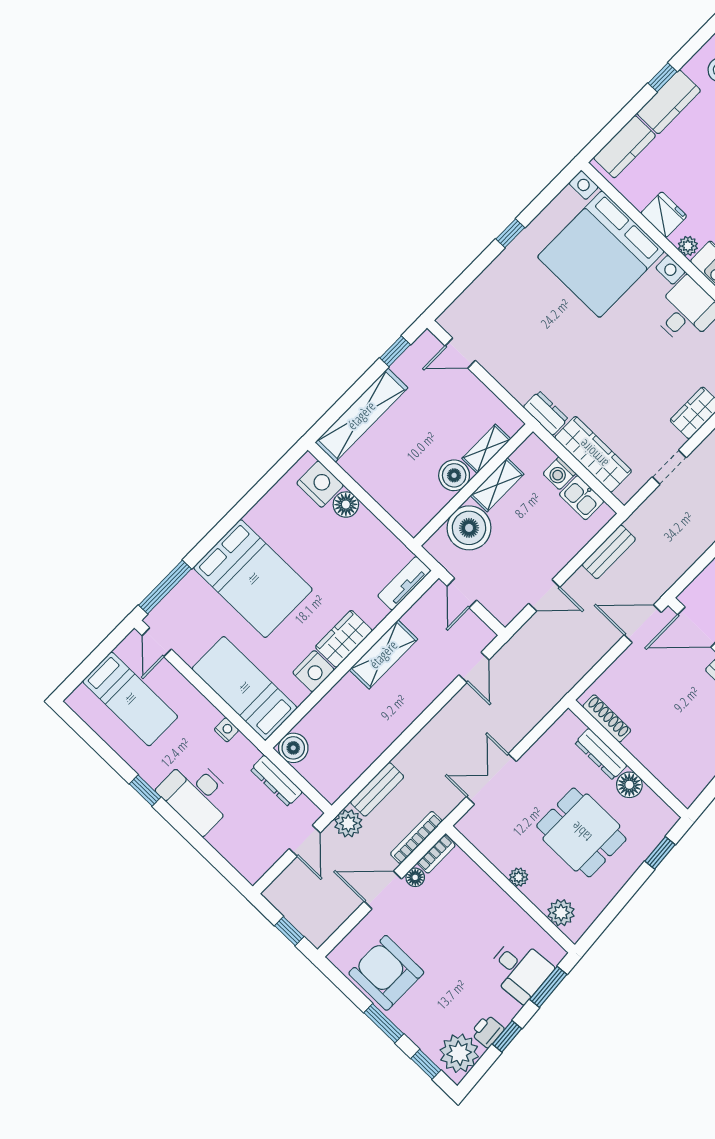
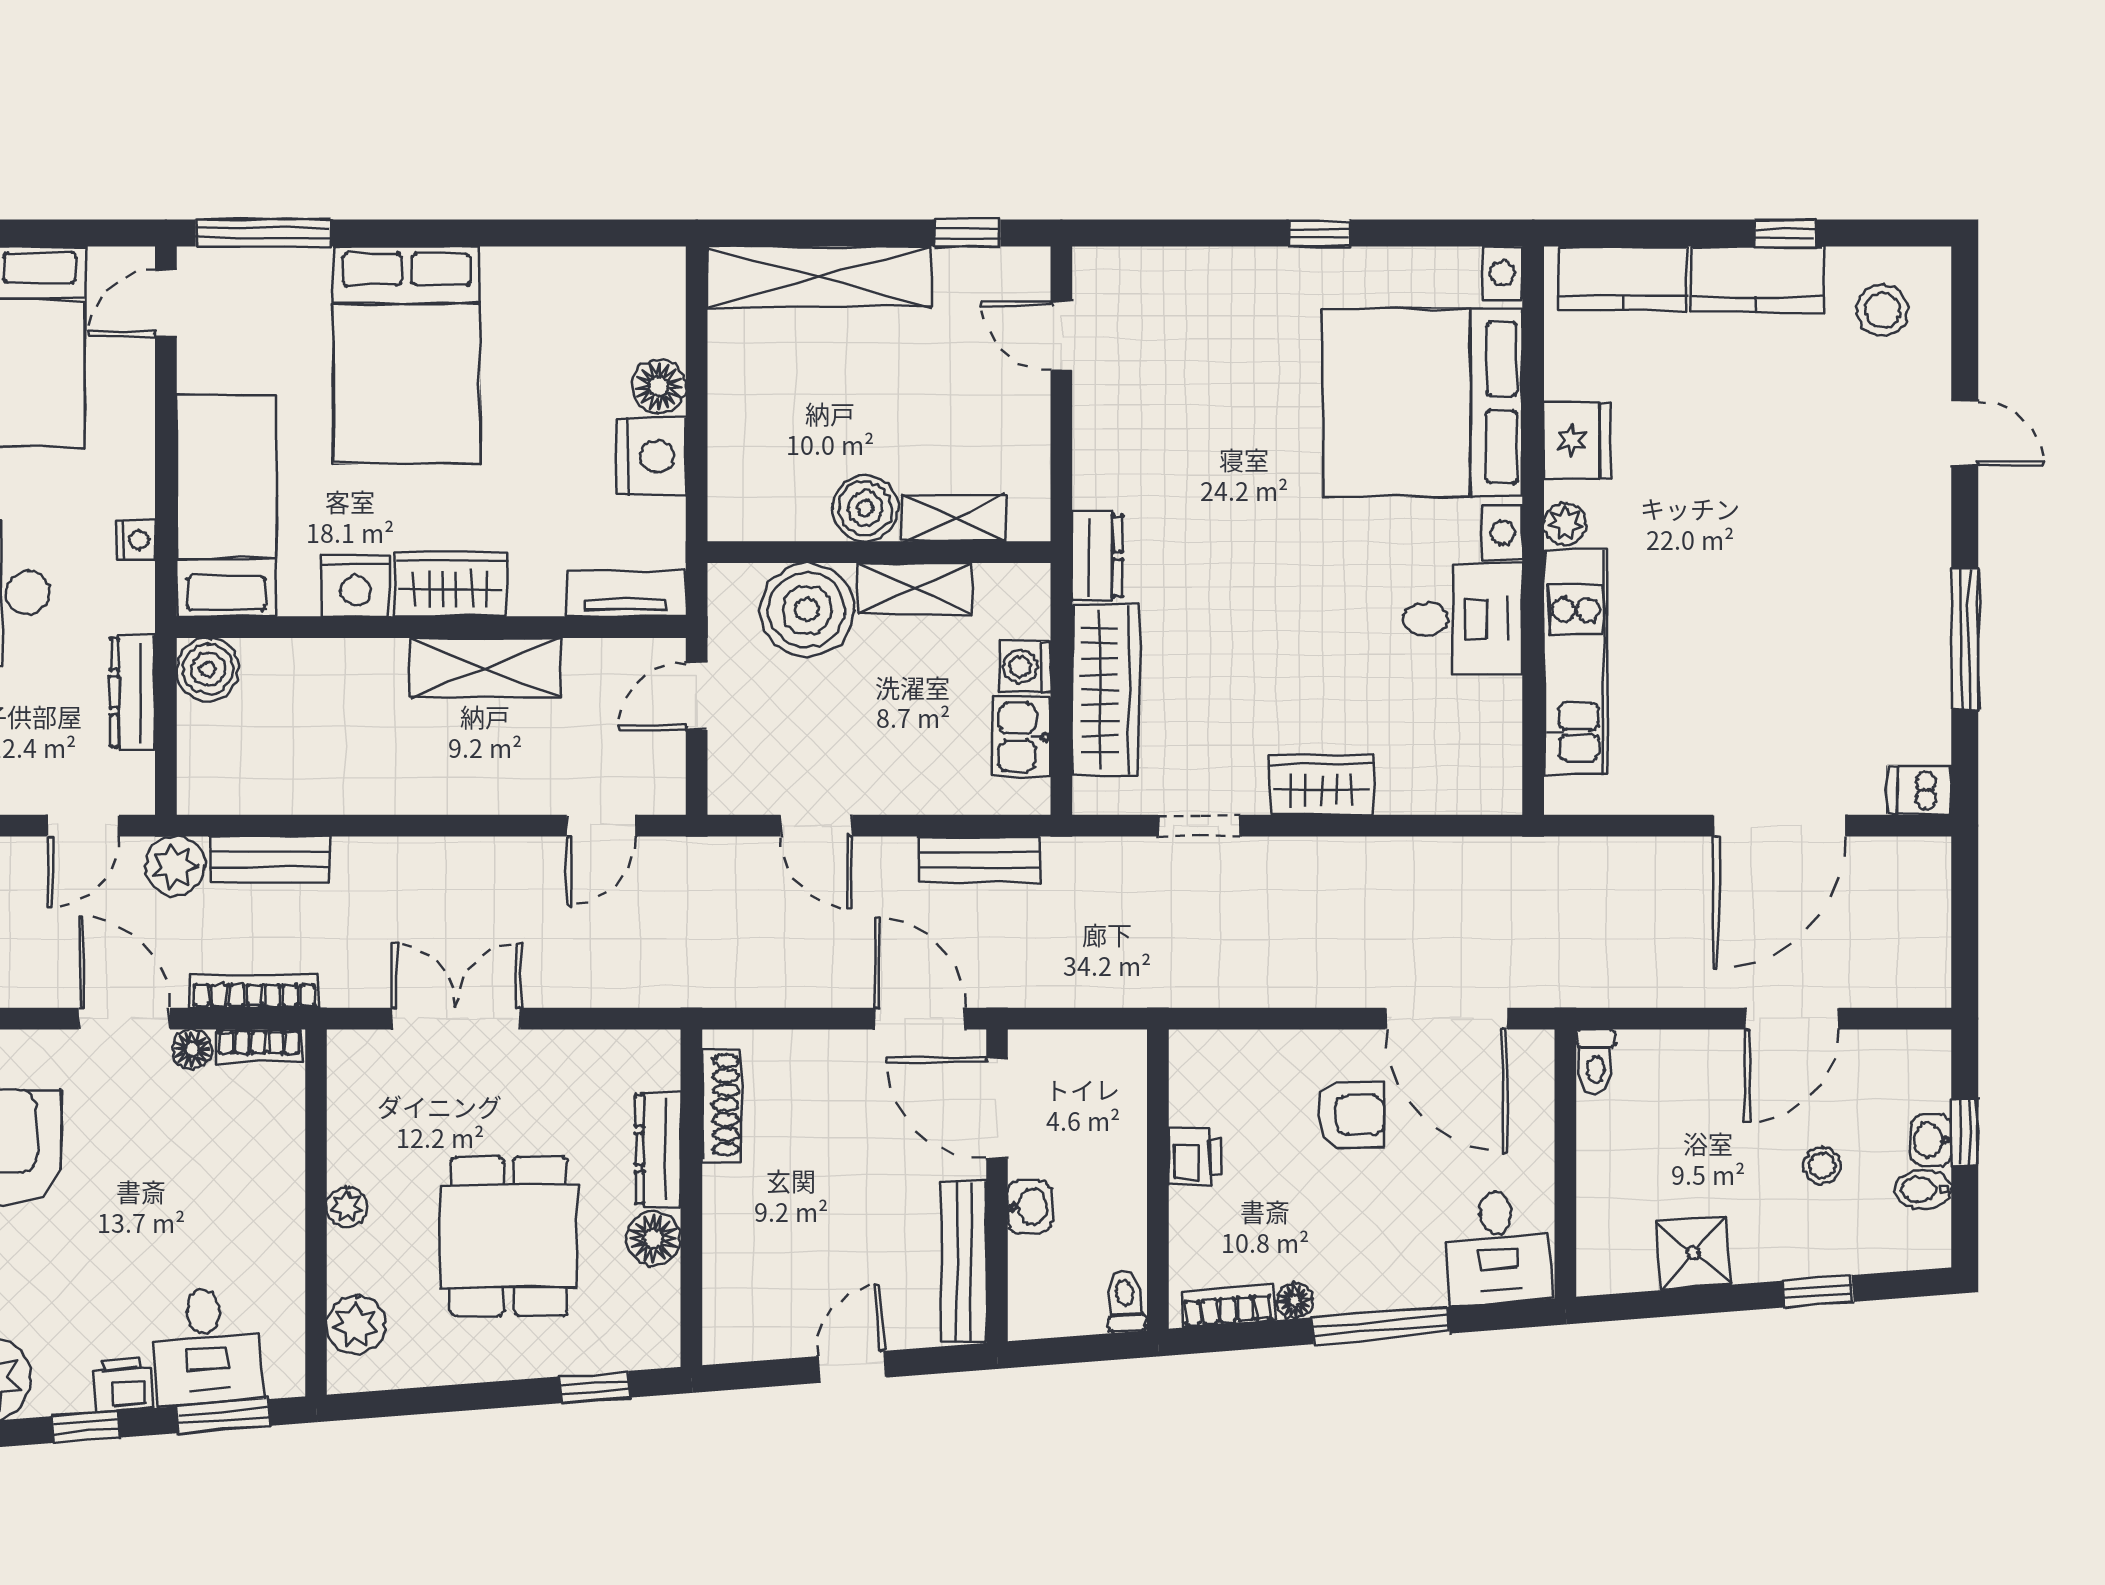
nightstand: (320, 484) -> (651, 456), moved
printer: (487, 1031) -> (123, 1384), moved

